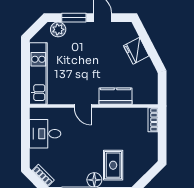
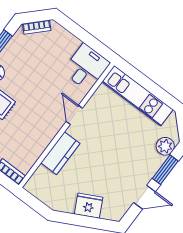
door: (83, 106) -> (74, 115), hinge flipped
desk: (45, 134) -> (86, 67), moved

